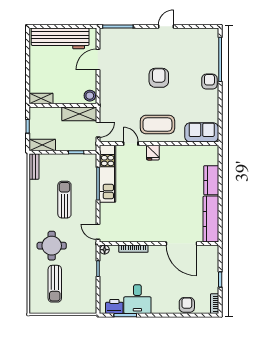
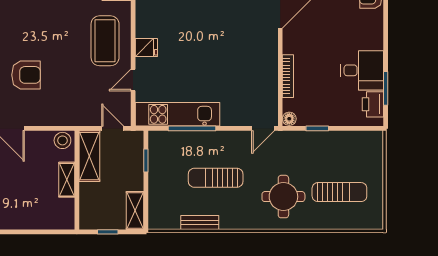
armchair: (159, 78) -> (26, 75), moved, turned 180
shelving: (41, 99) -> (67, 180), moved
bench: (34, 167) -> (200, 223), moved

